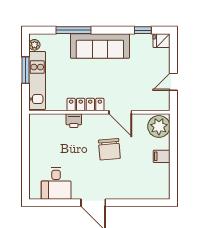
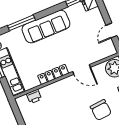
printer: (74, 121) -> (34, 96), moved
chair: (109, 149) -> (101, 110), moved

